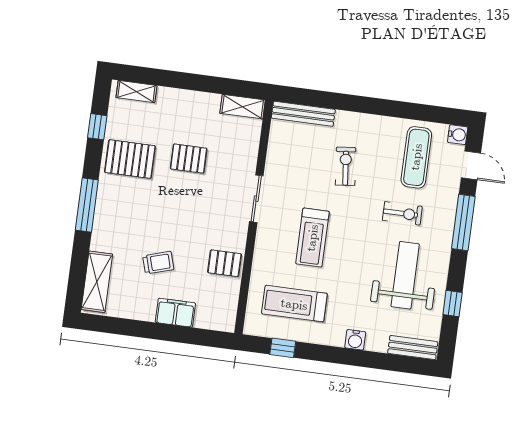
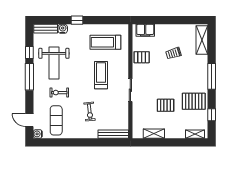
shelving: (243, 107) -> (154, 134), moved
window: (463, 222) -> (29, 77), moved
treadmill: (294, 304) -> (105, 42), turned 180
filing cabinet: (175, 313) -> (145, 30), moved
water cooler: (355, 340) -> (63, 29), moved
window: (283, 348) -> (77, 20), moved

